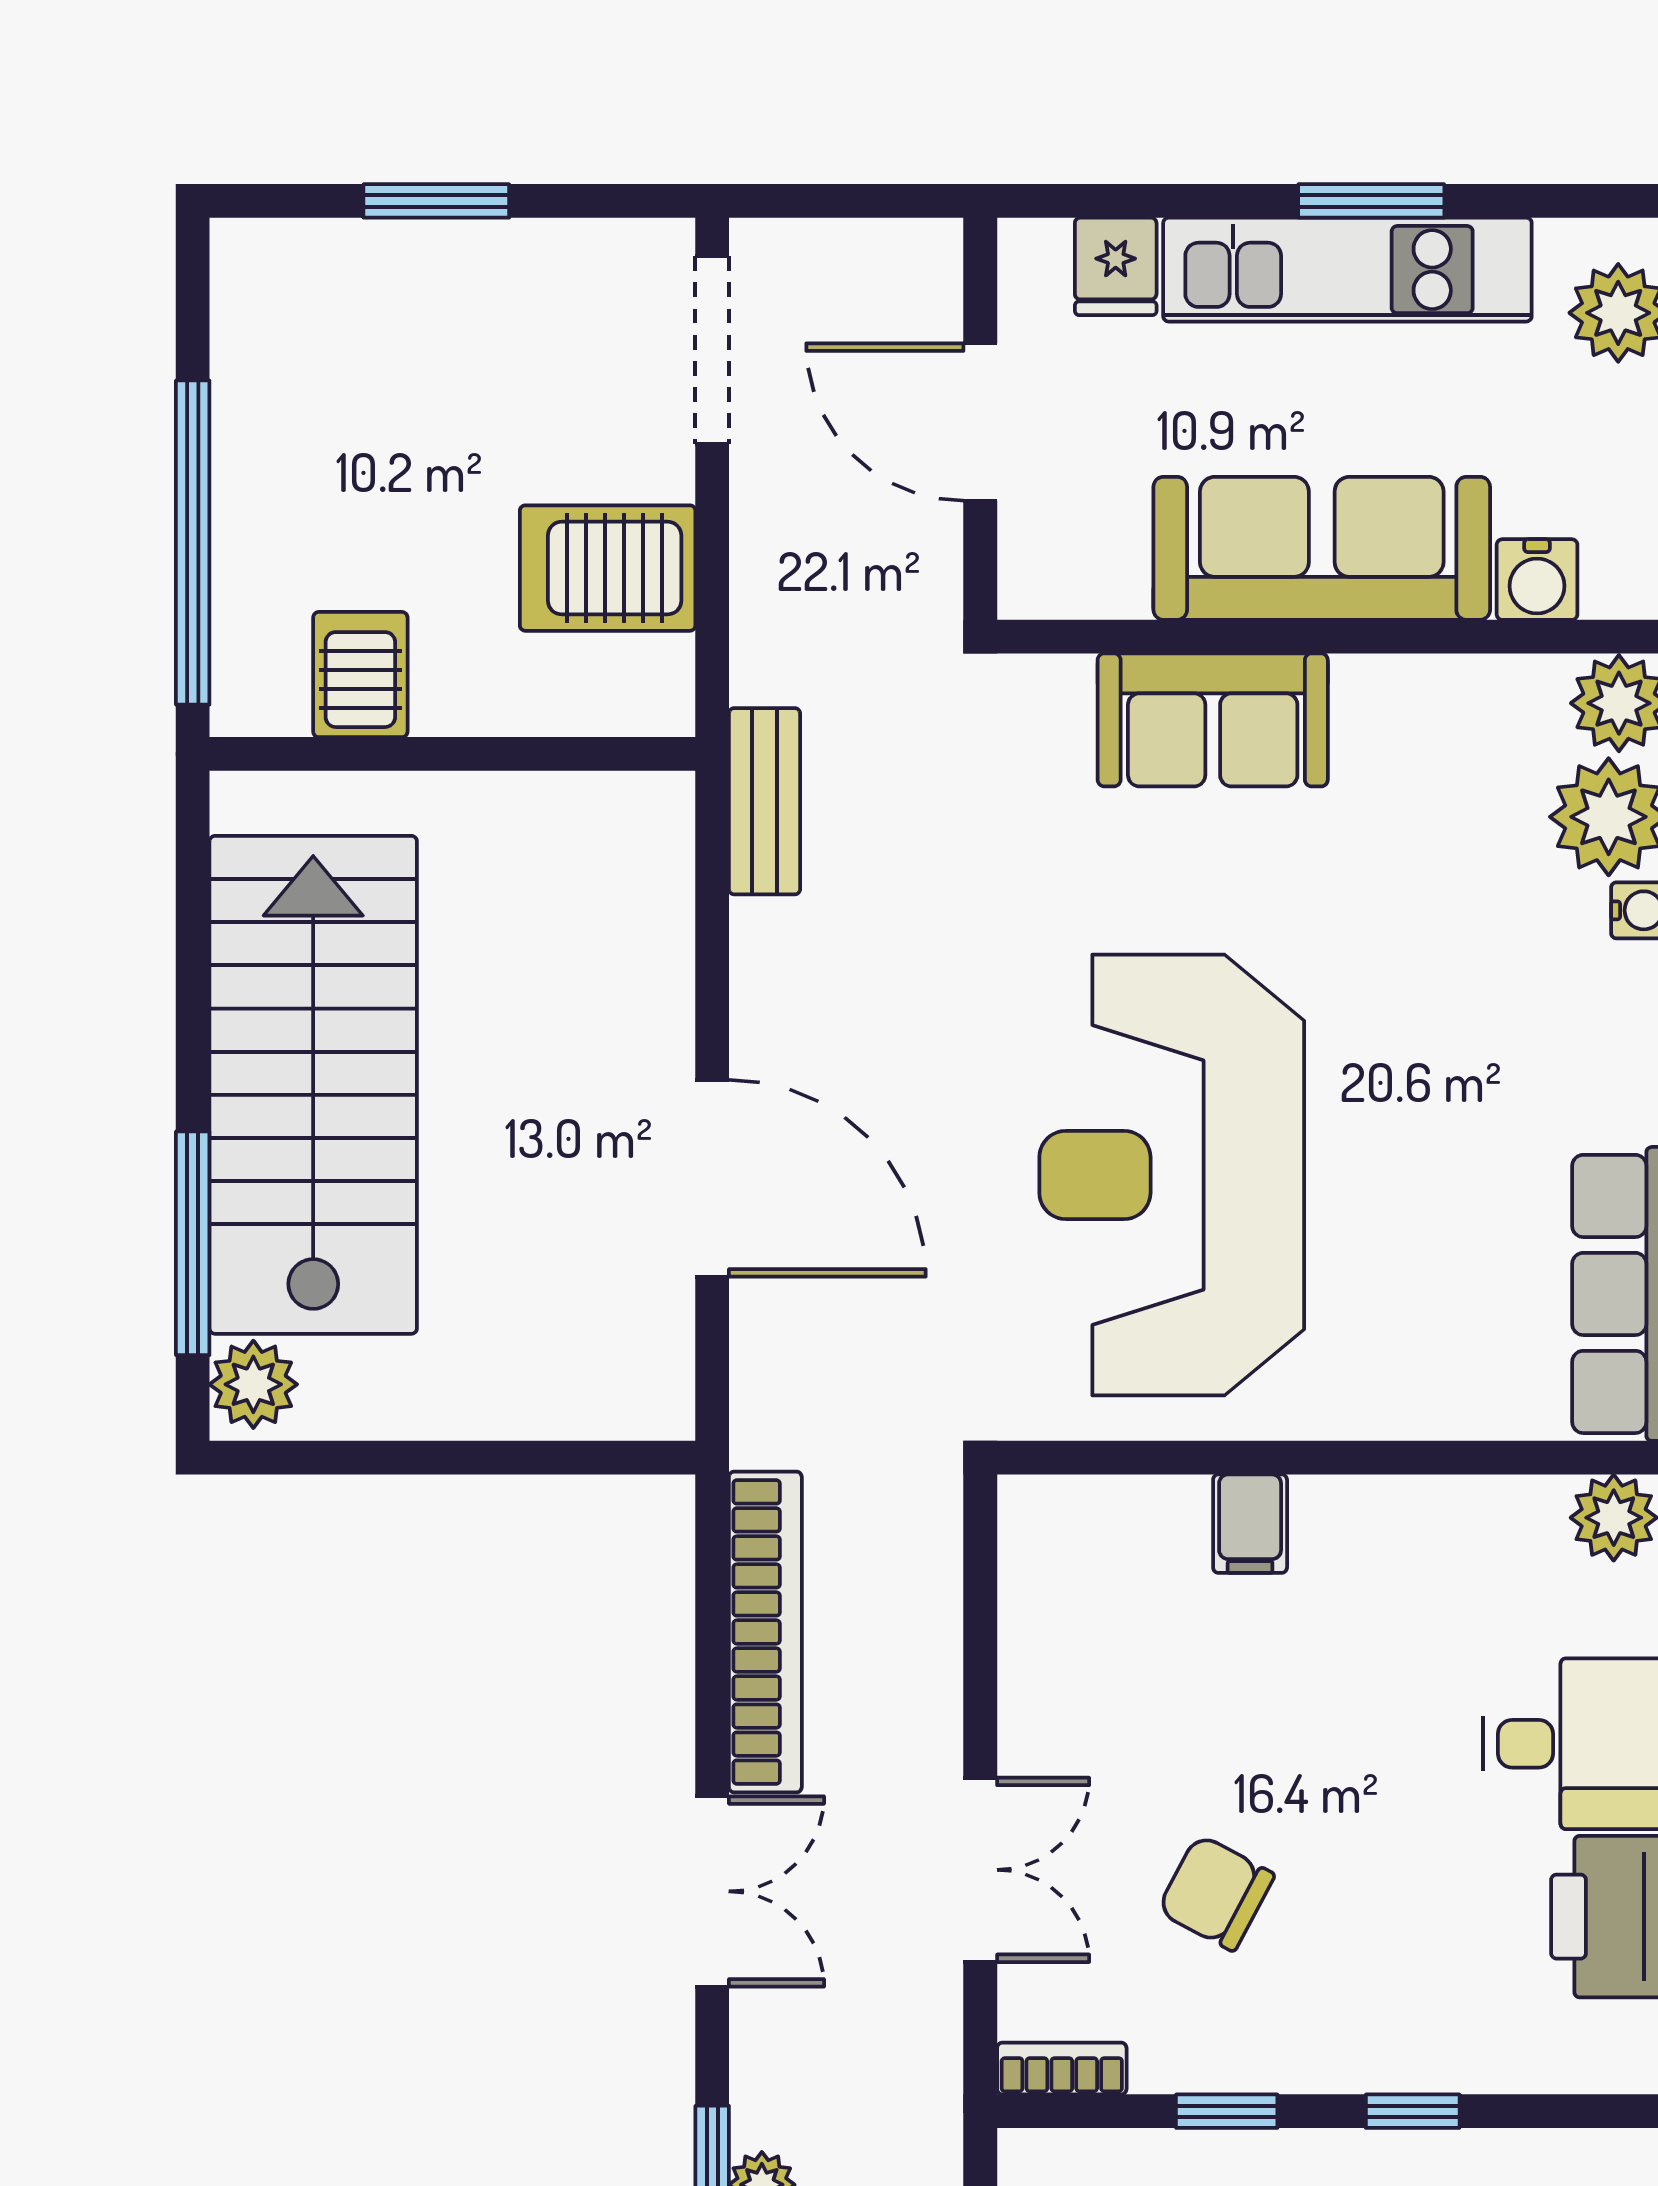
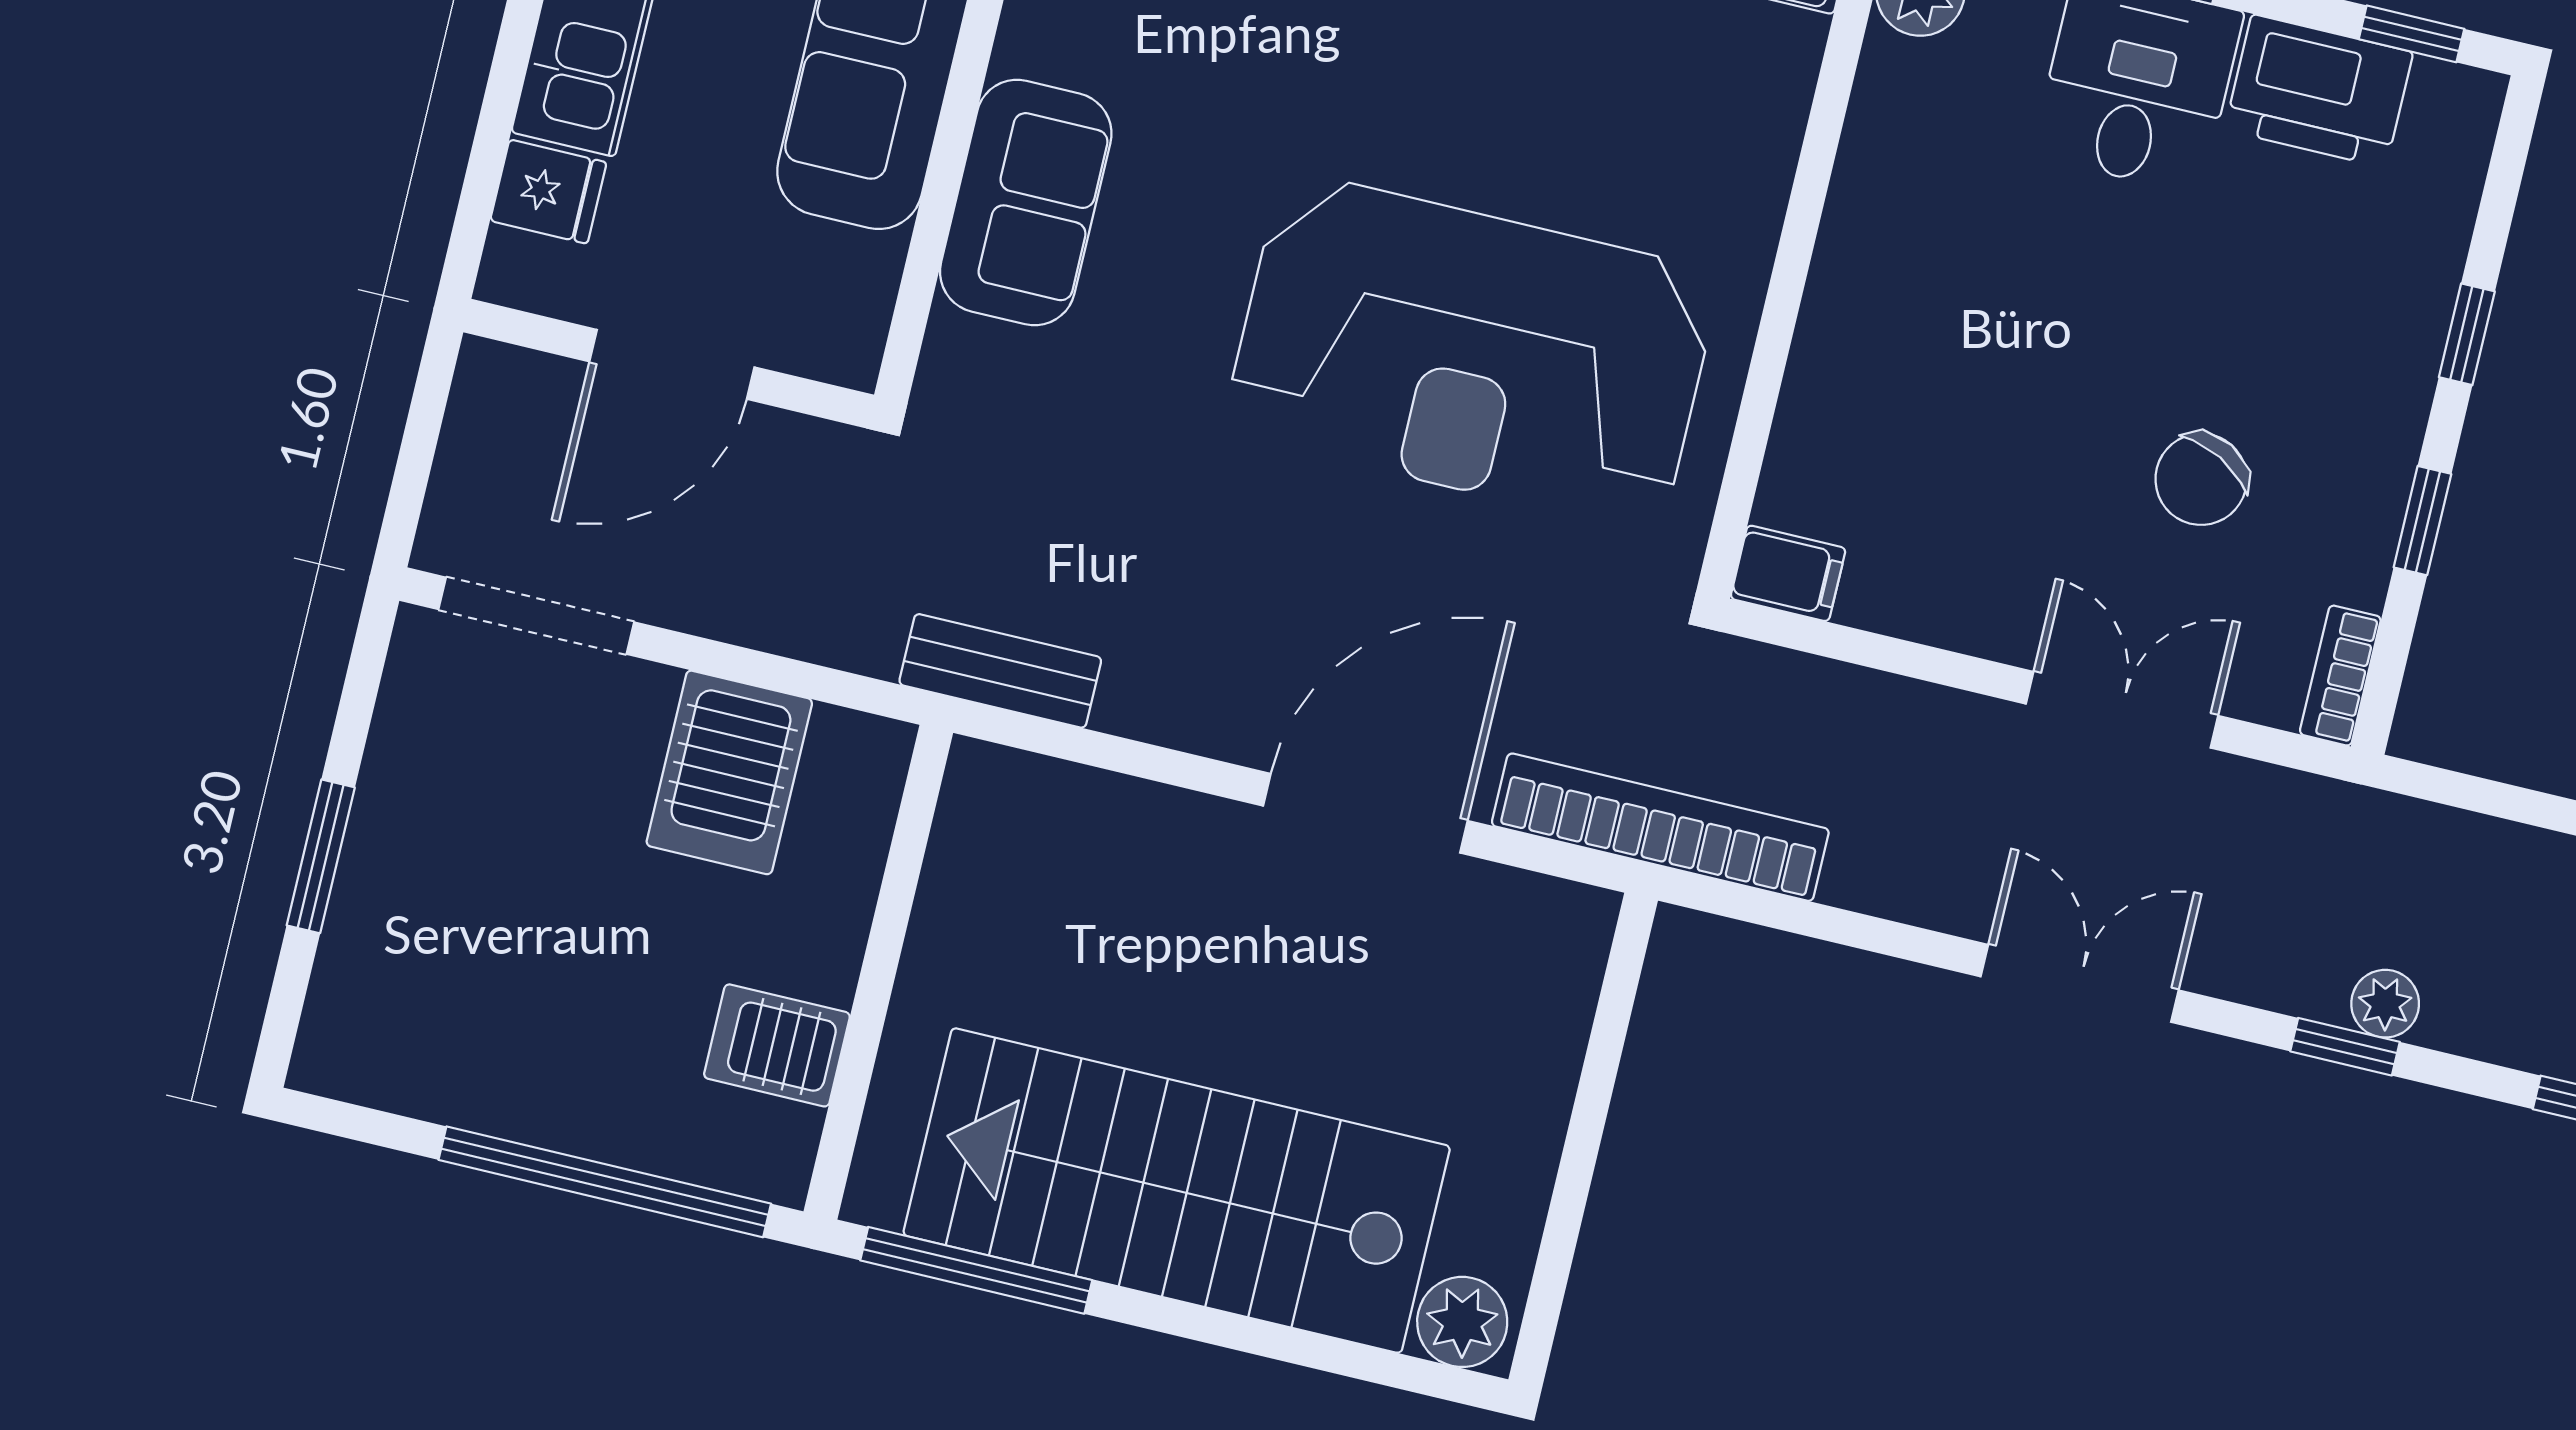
window: (193, 1243) -> (976, 1270), moved
filing cabinet: (1250, 1524) -> (1788, 573), moved
bookcase: (765, 1632) -> (1660, 827), moved

